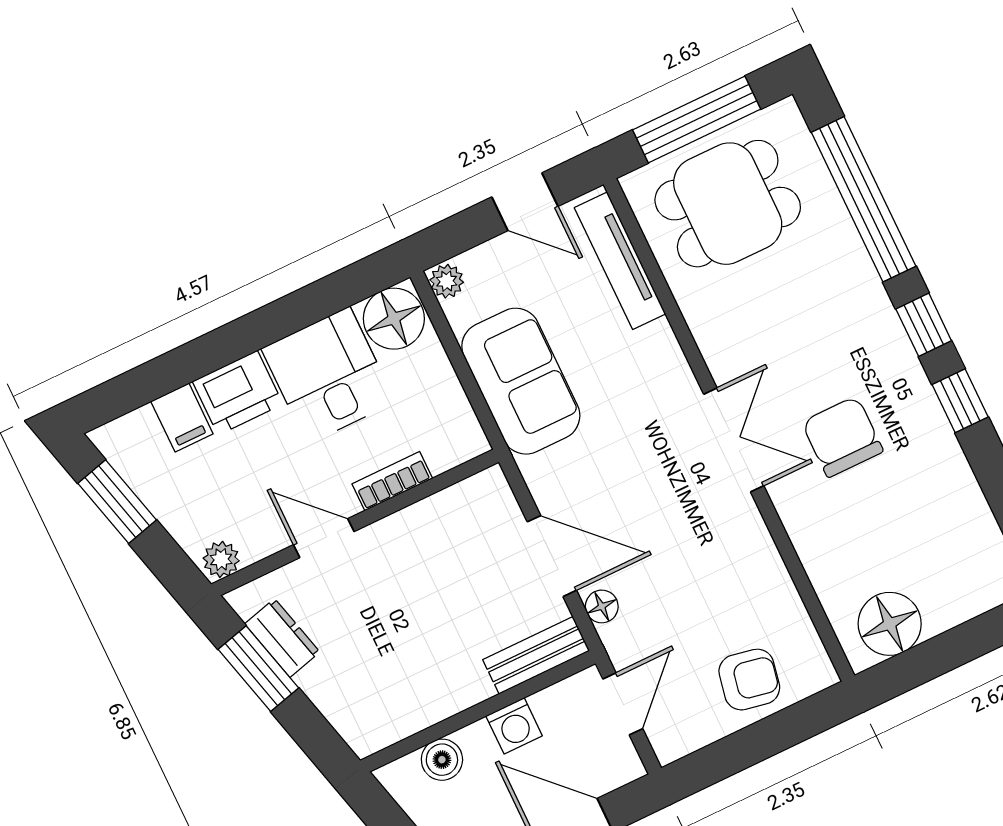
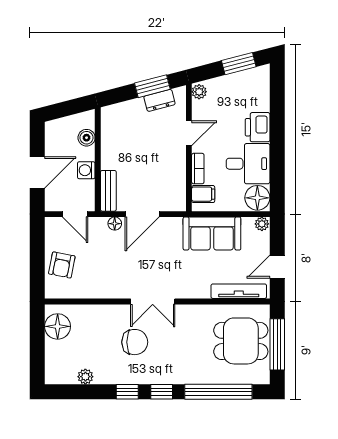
dining table: (728, 204) -> (241, 341), turned 90
filing cabinet: (182, 418) -> (203, 194), moved, turned 180
plant: (971, 509) -> (85, 377), added

